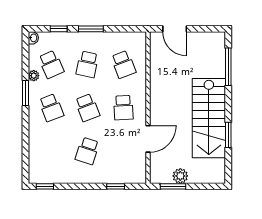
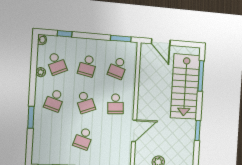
window: (91, 29) -> (121, 39), moved
school desk: (123, 64) -> (118, 68), turned 39
window: (25, 93) -> (31, 117), moved
school desk: (51, 108) -> (54, 100), turned 39
stairs: (209, 118) -> (185, 87), moved

